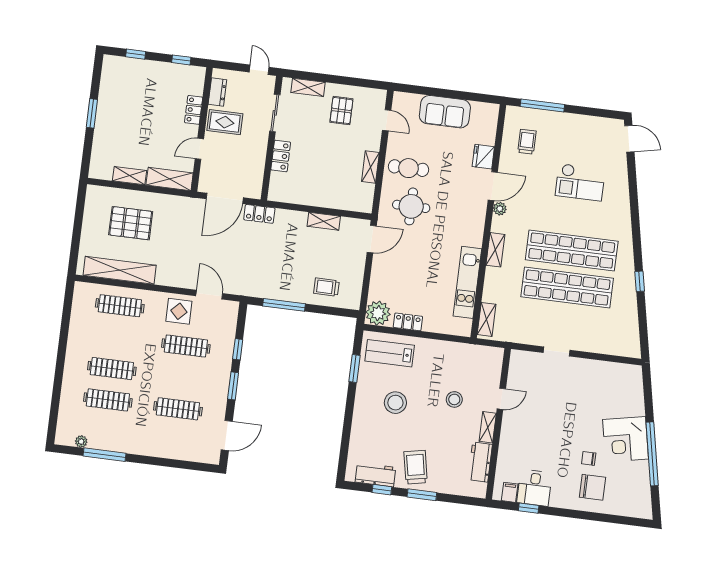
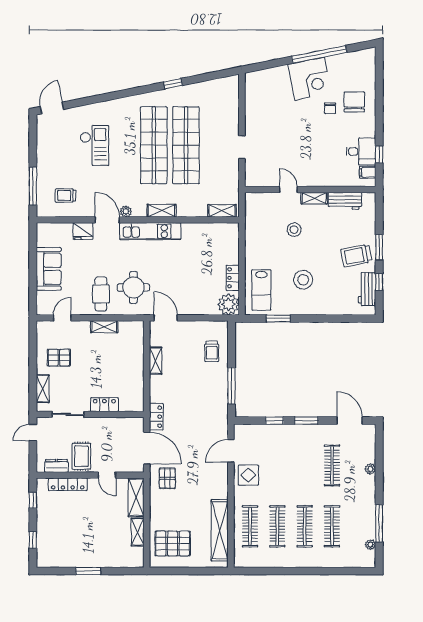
locker: (194, 110) -> (68, 484), width x1.53
pallet: (187, 218) -> (167, 478), added
pallet: (131, 223) -> (173, 543), moved, turned 90
kitchen unit: (467, 282) -> (150, 231), moved
clothes rail: (186, 346) -> (277, 526), moved
plant: (168, 452) -> (370, 469), added

